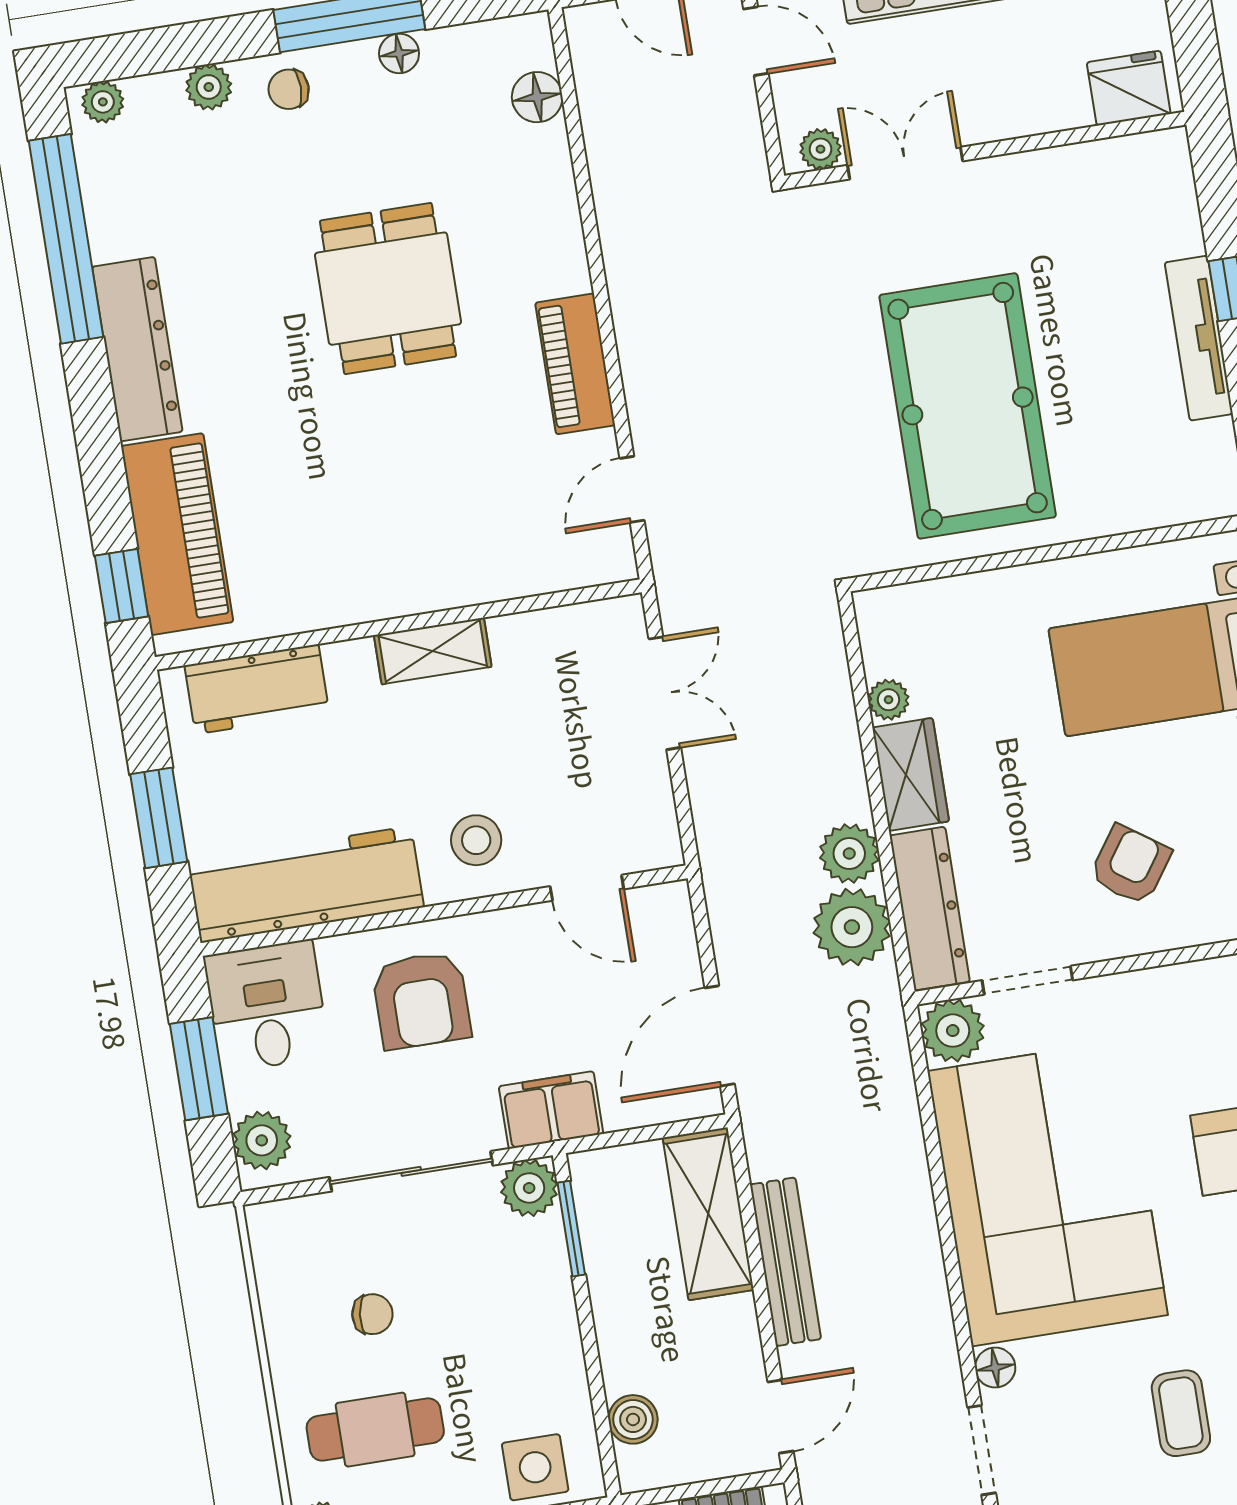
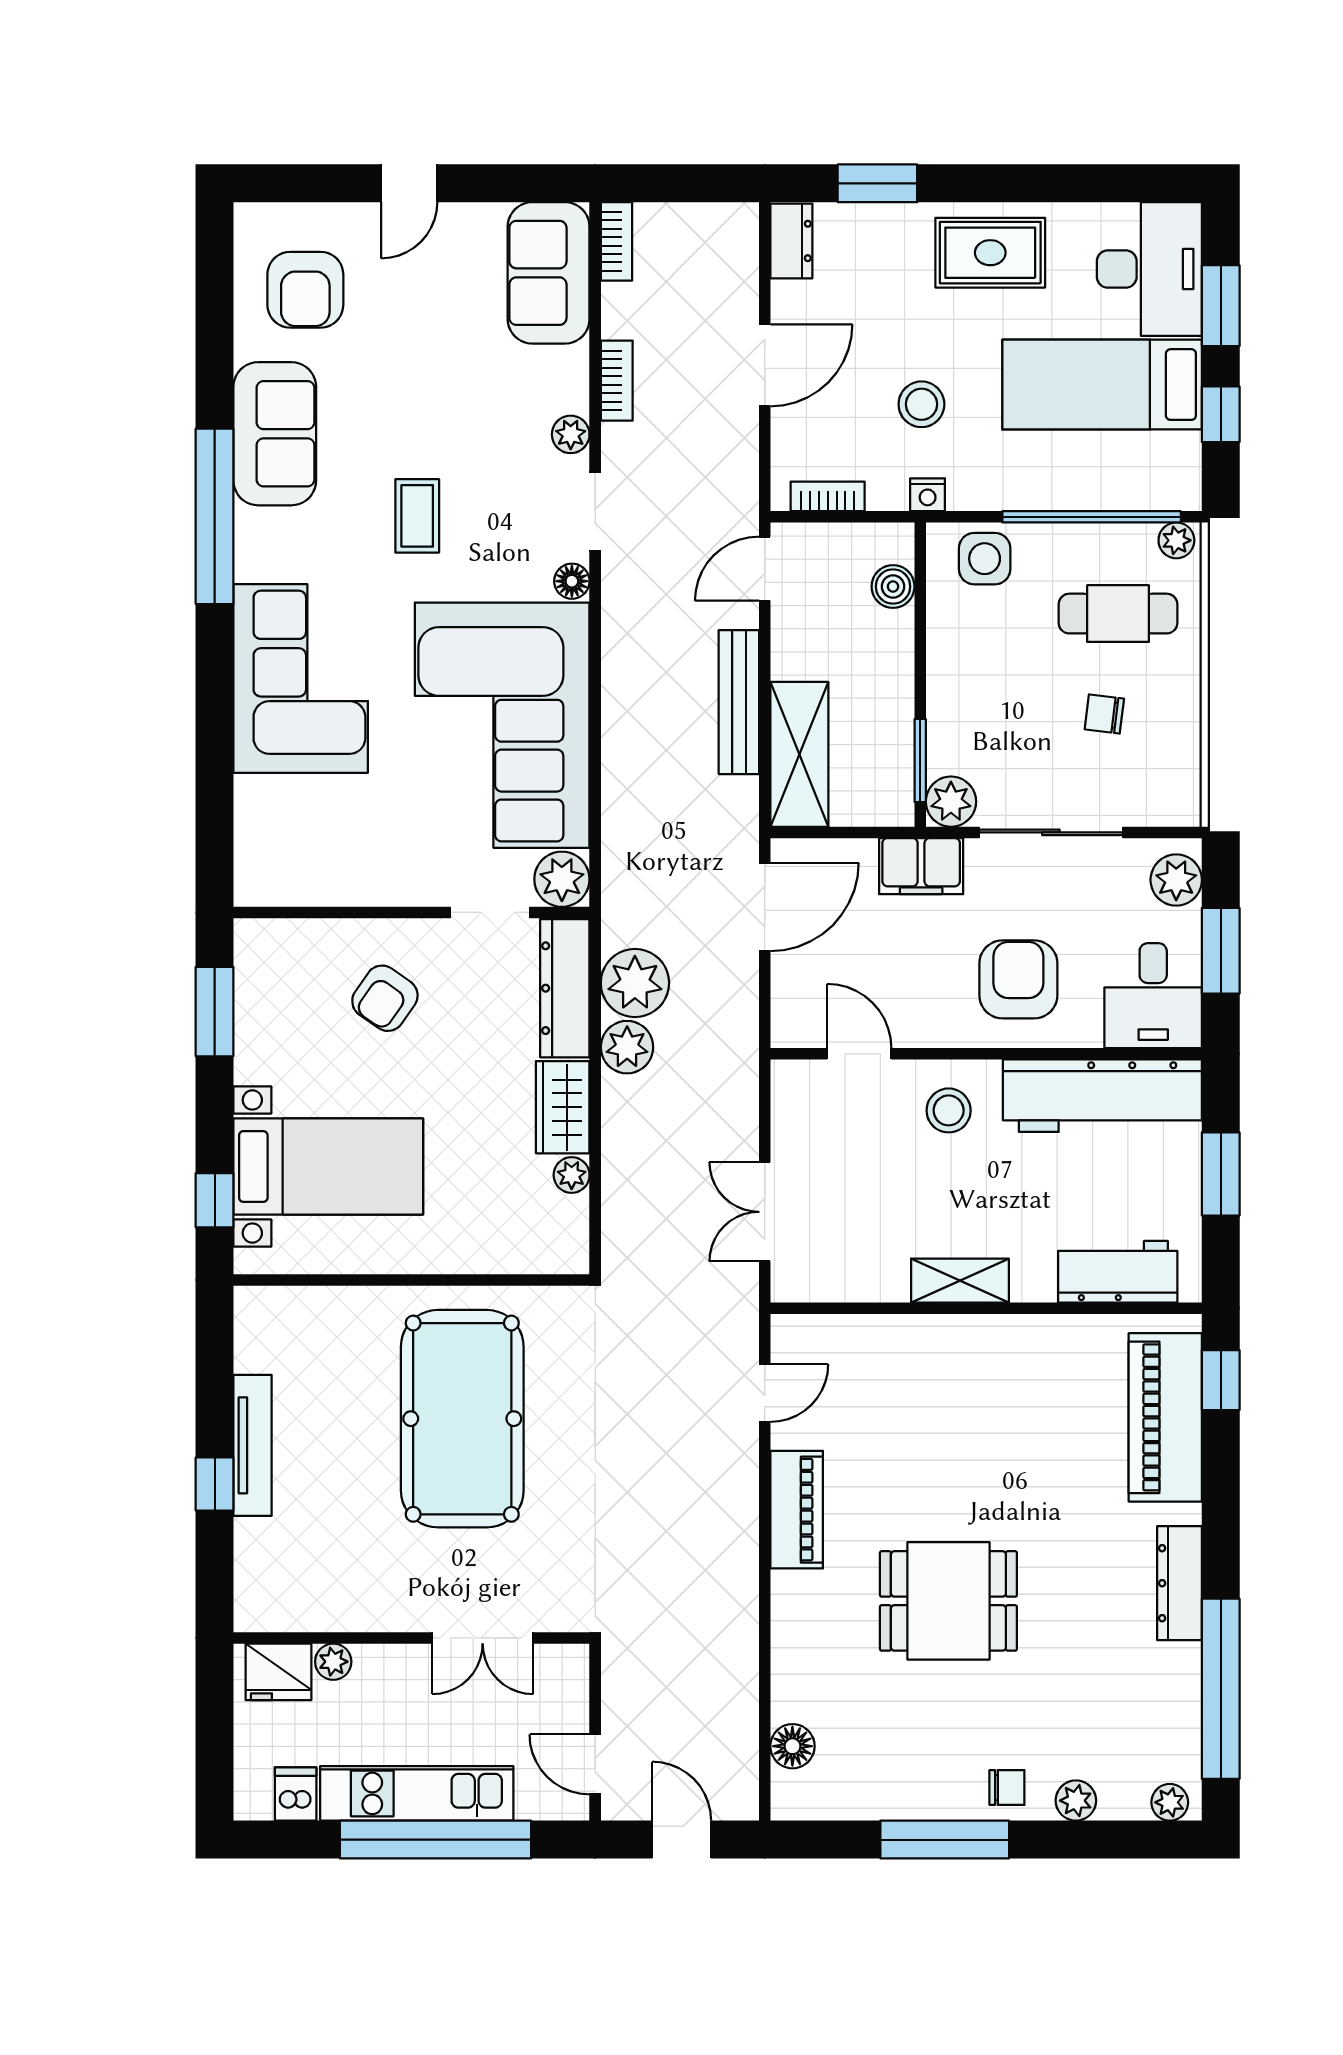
floor lamp: (399, 53) -> (906, 1803), removed
plant: (821, 149) -> (333, 1662), moved
dining table: (388, 289) -> (948, 1601), turned 90
dresser: (137, 349) -> (1180, 1583), width x0.73, depth x0.80

